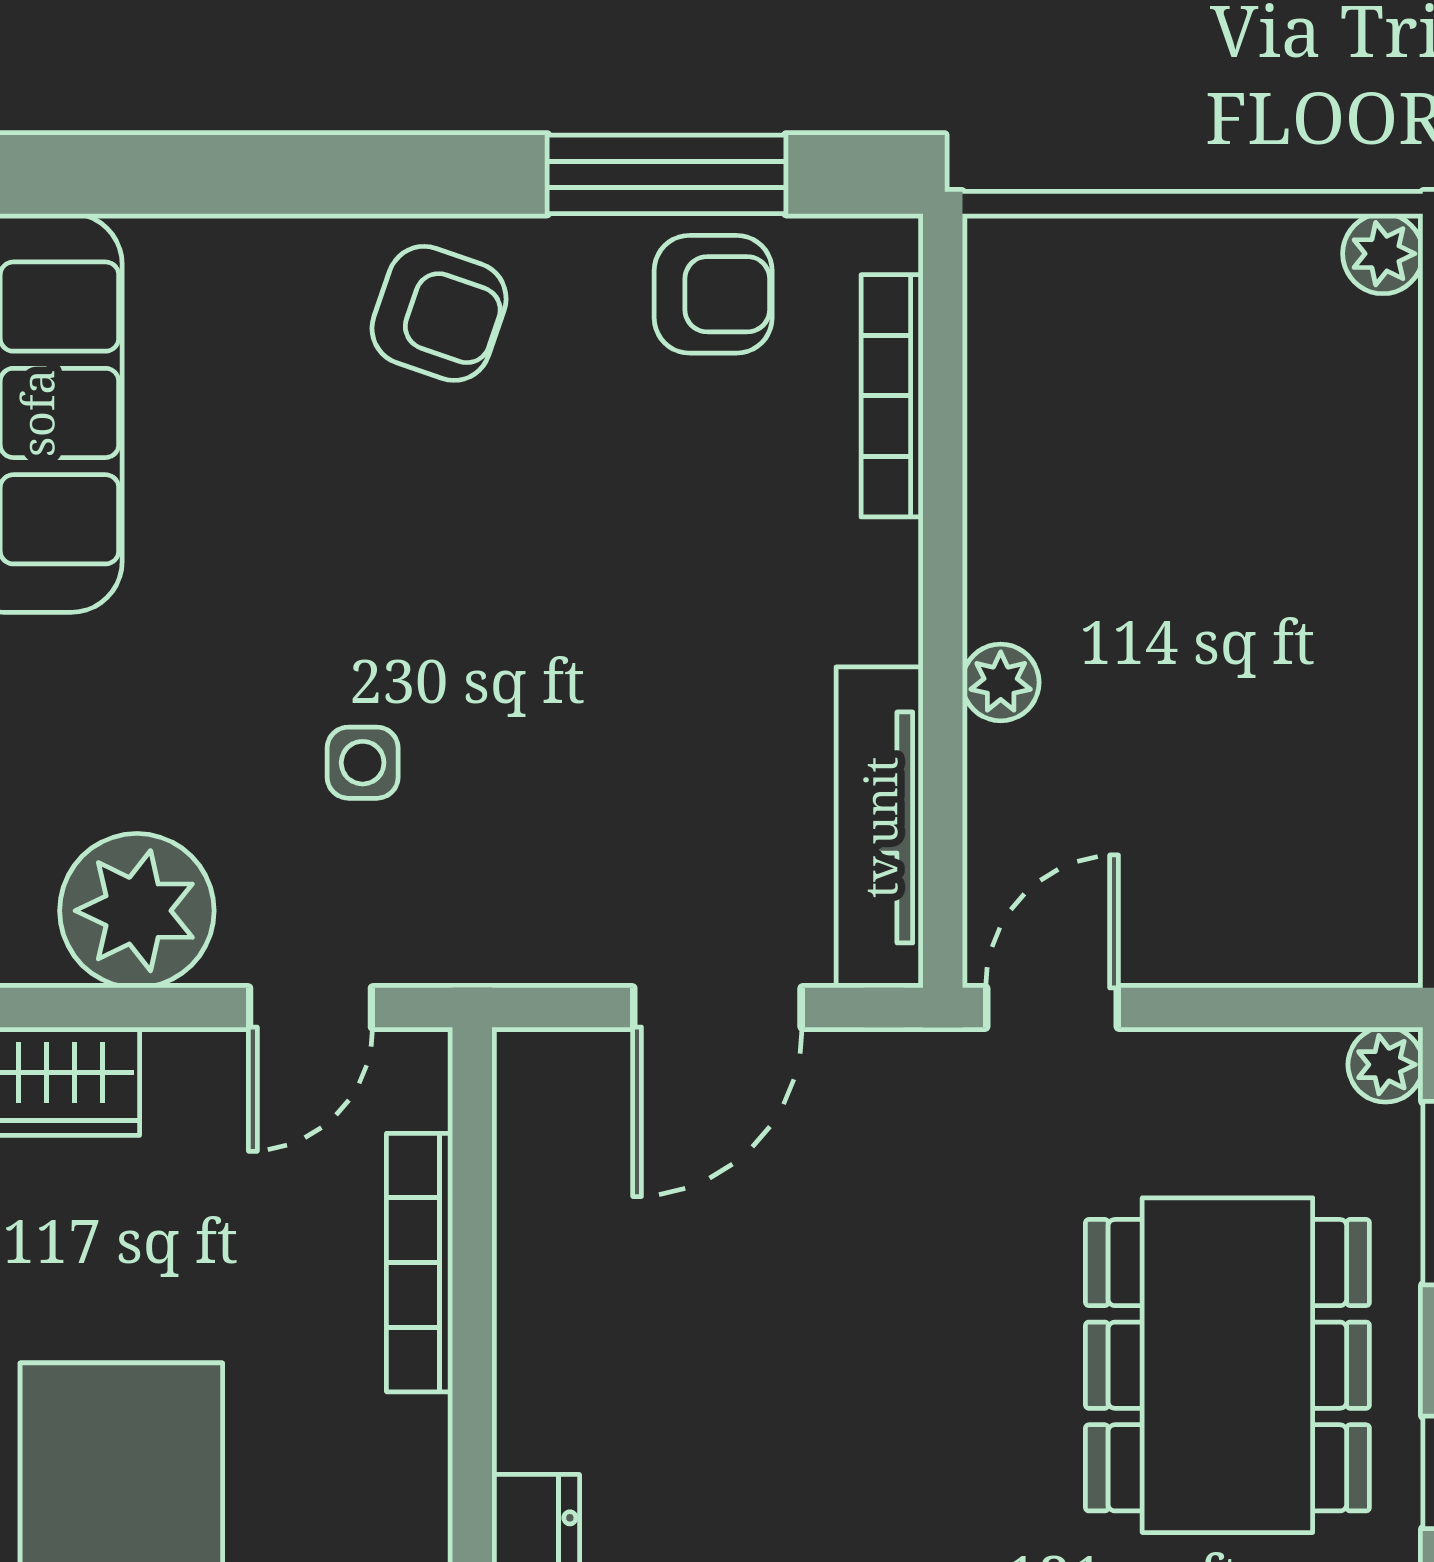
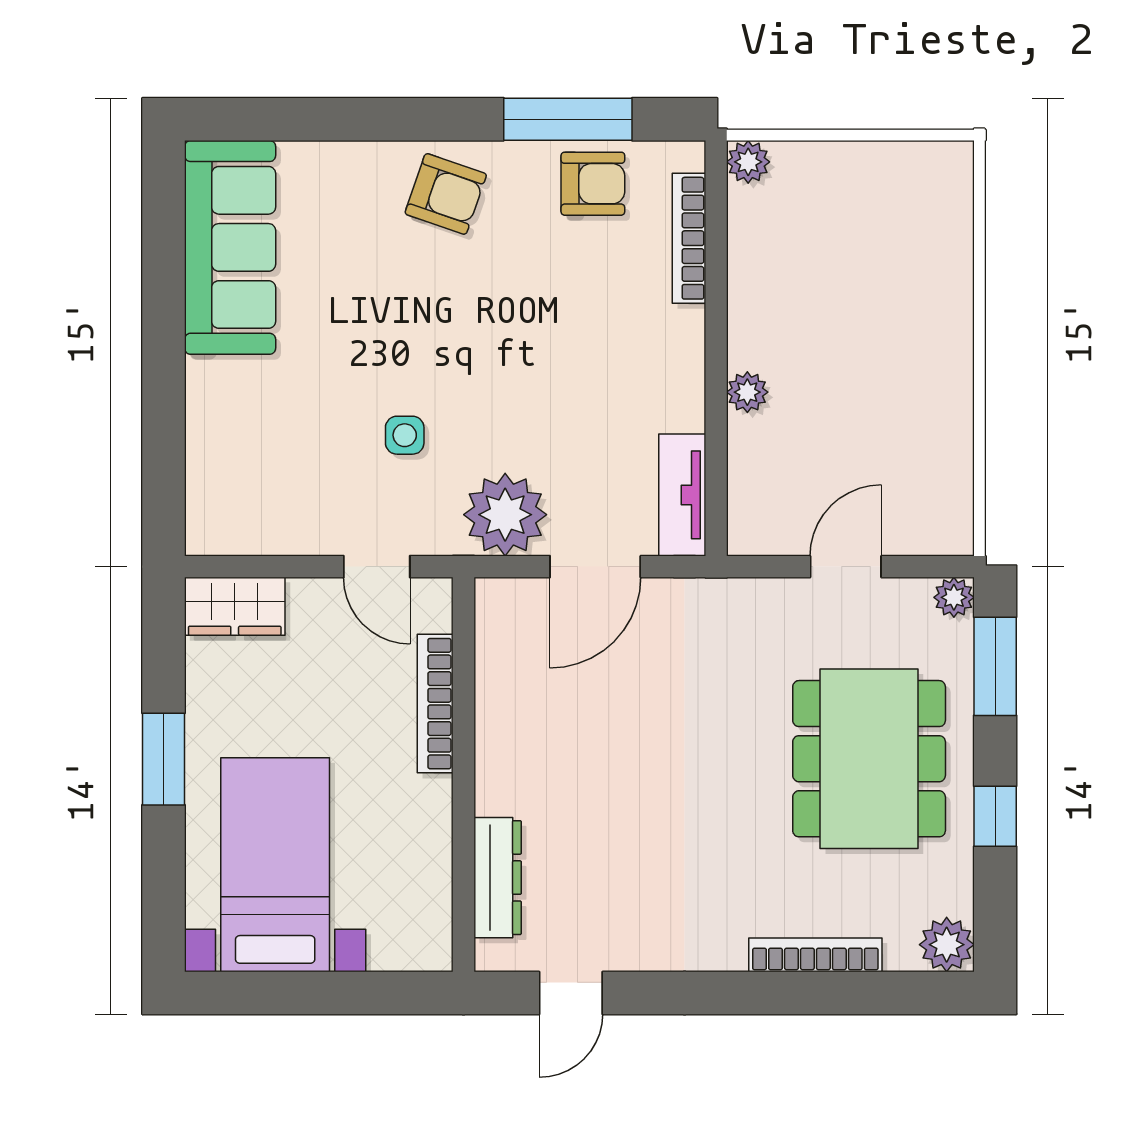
plant: (1383, 254) -> (748, 162), moved
tv unit: (880, 827) -> (682, 495), width x0.71
plant: (137, 911) -> (505, 515), moved
door: (311, 1008) -> (377, 567), hinge flipped
door: (1052, 1008) -> (846, 567), moved

